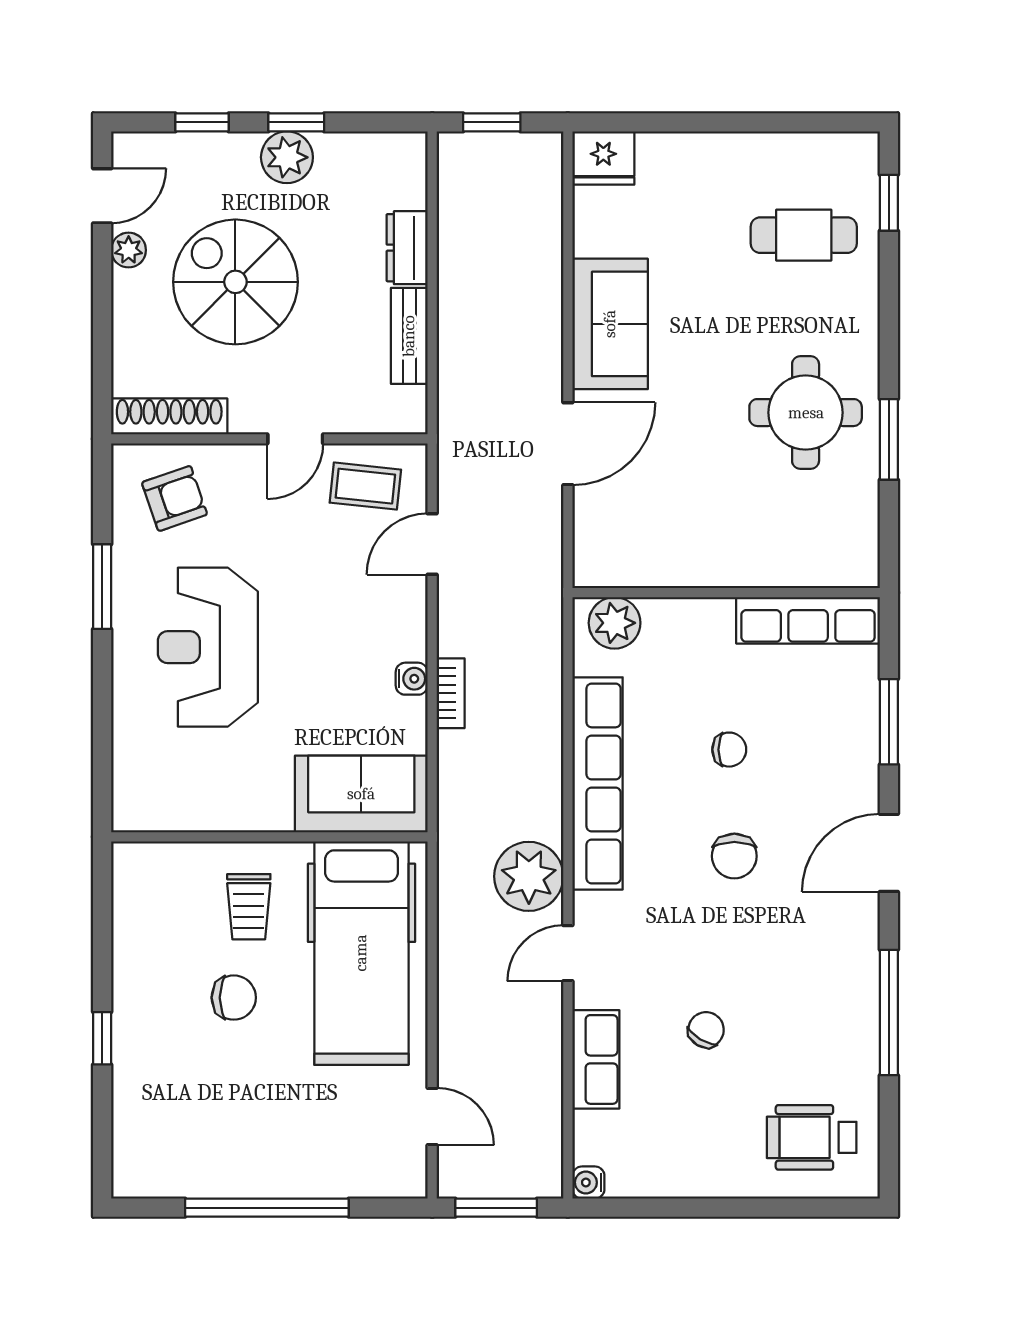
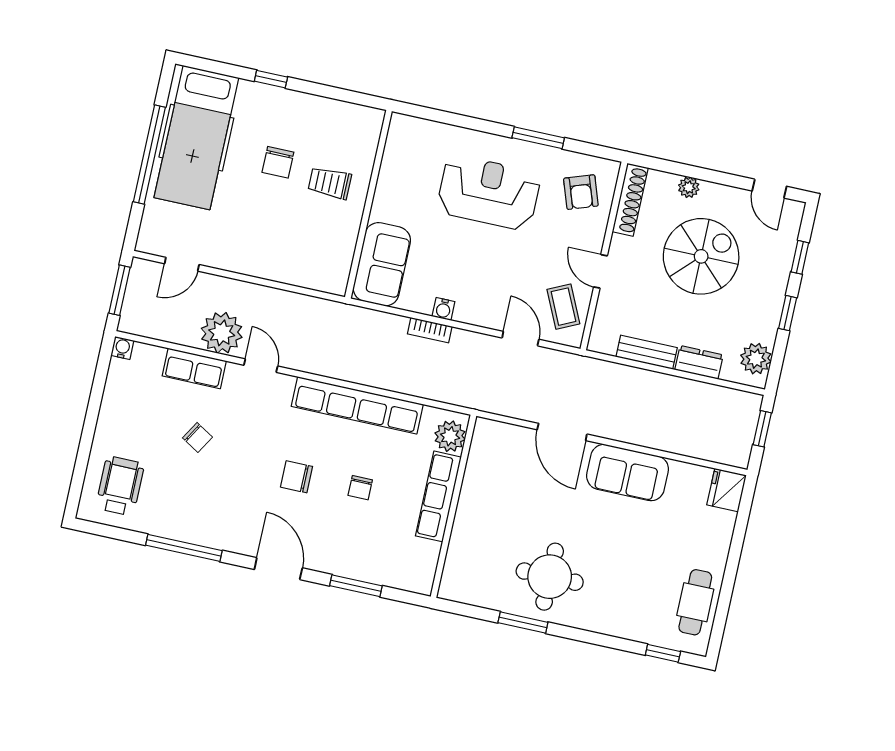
plant: (287, 157) -> (756, 359), moved
cafe table: (804, 235) -> (695, 602), moved
plant: (129, 250) -> (689, 187), moved
coffee table: (365, 486) -> (563, 307), turned -31
row of seats: (808, 620) -> (438, 496), moved
plant: (529, 876) -> (222, 333), moved
hospital bed: (361, 953) -> (196, 138), moved, turned -90

